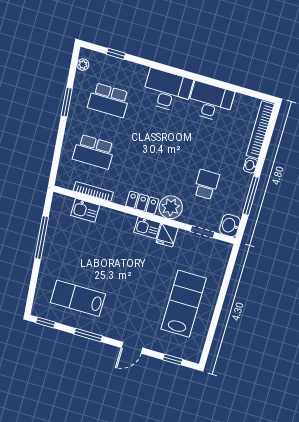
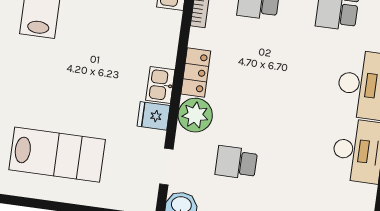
school desk: (207, 184) -> (236, 163), turned 180

